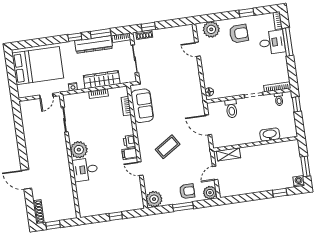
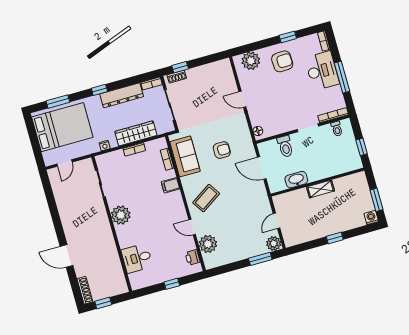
window: (101, 34) -> (58, 102), moved
desk: (272, 42) -> (322, 71), width x1.37
window: (288, 42) -> (342, 77), moved
door: (198, 49) -> (242, 99), moved
door: (46, 96) -> (65, 163), moved
window: (297, 104) -> (362, 147), moved
washbasin: (270, 135) -> (296, 180), moved
printer: (129, 141) -> (193, 257), moved
coffee table: (168, 147) -> (206, 198), moved
filing cabinet: (130, 154) -> (171, 185), moved
shelving: (228, 154) -> (320, 189), moved
desk: (85, 170) -> (137, 258), moved
armchair: (187, 191) -> (222, 150), moved
window: (280, 193) -> (335, 238), moved
plant: (154, 199) -> (208, 244), moved
window: (183, 207) -> (260, 259), moved

